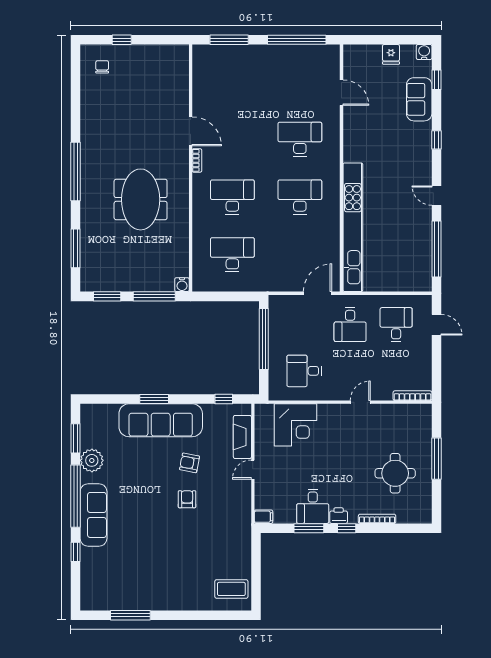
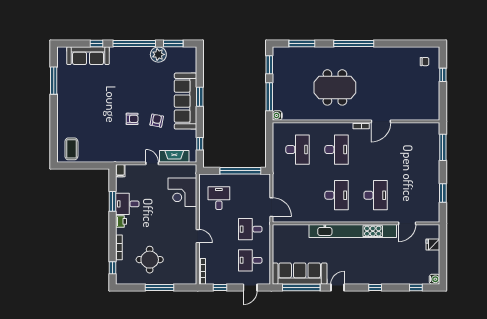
window: (297, 40) -> (443, 193), width x0.47
fridge: (391, 54) -> (433, 244), moved
sofa: (419, 99) -> (300, 274), moved, width x1.85, depth x1.27
kitchen unit: (353, 227) -> (353, 231), moved
desk: (396, 325) -> (250, 260), turned 180
window: (436, 369) -> (220, 288), added
sofa: (93, 515) -> (88, 56), moved
window: (347, 528) -> (113, 268), moved

